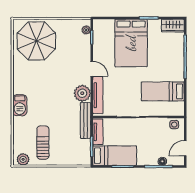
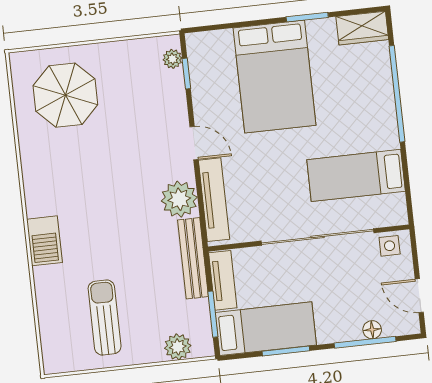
parasol: (36, 41) -> (65, 95), width x0.73, depth x0.73
door: (185, 148) -> (419, 296), hinge flipped
plant: (23, 159) -> (178, 347), moved

